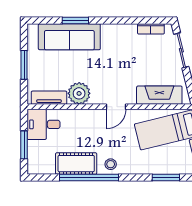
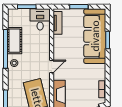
sofa: (69, 37) -> (95, 36), width x1.36, depth x1.27
plant: (79, 93) -> (60, 42), removed
door: (116, 107) -> (52, 67), swing flipped

